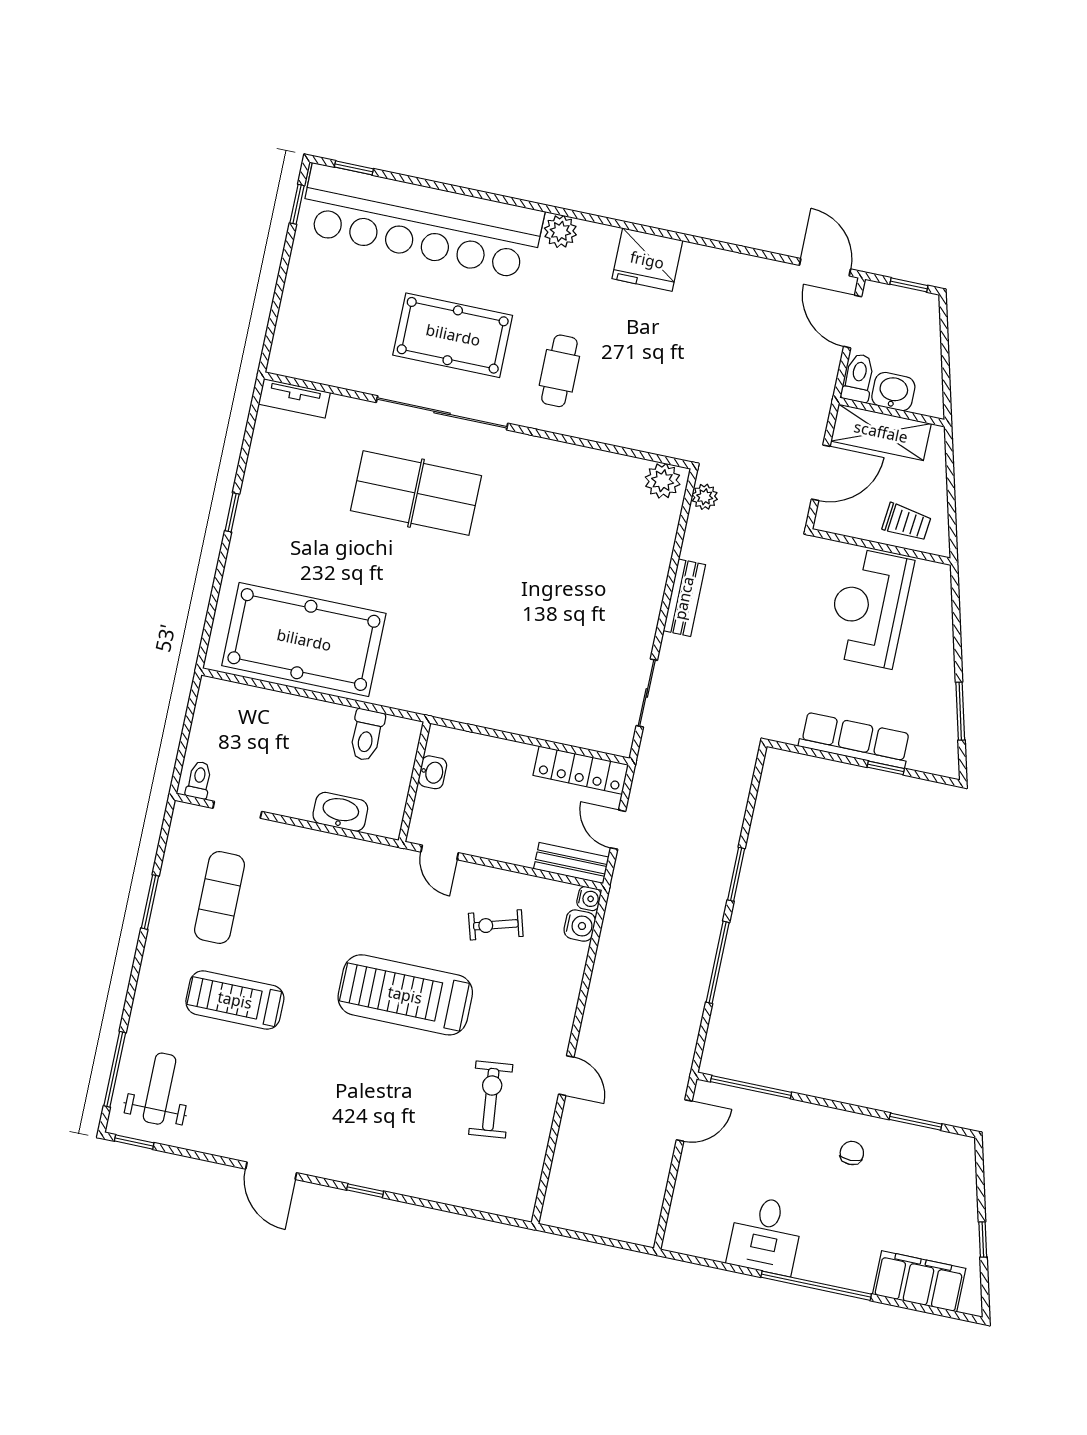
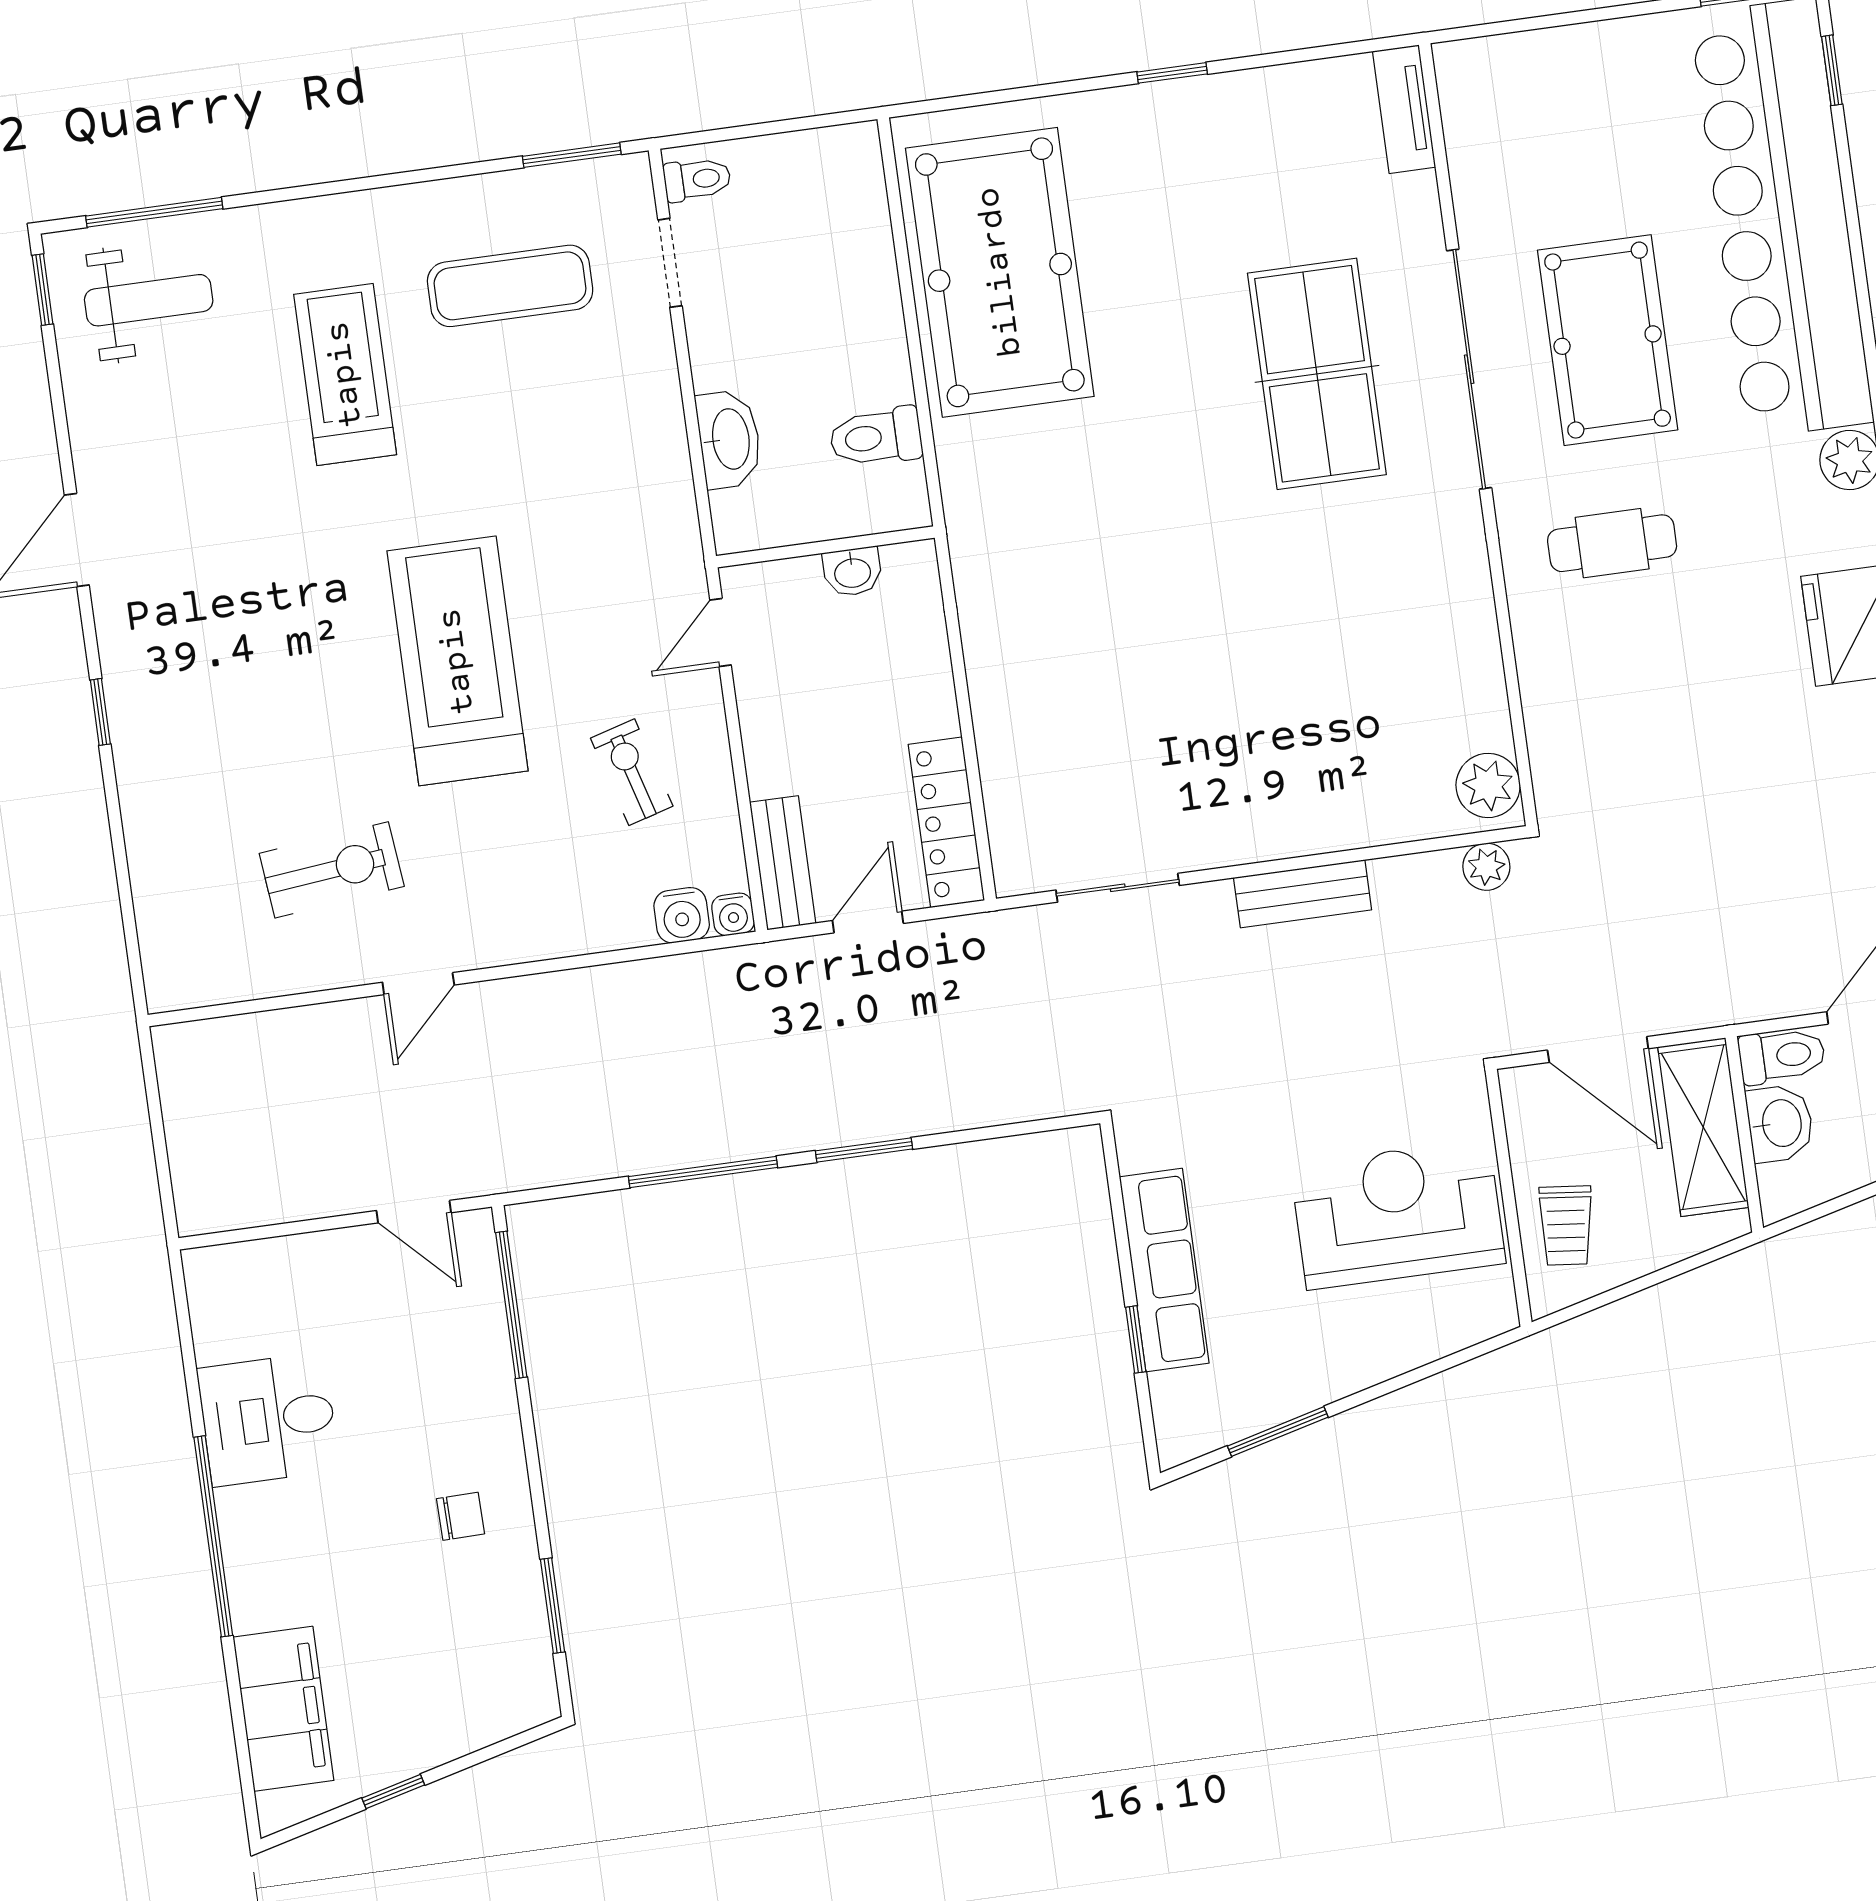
window: (150, 902) -> (572, 155), moved

